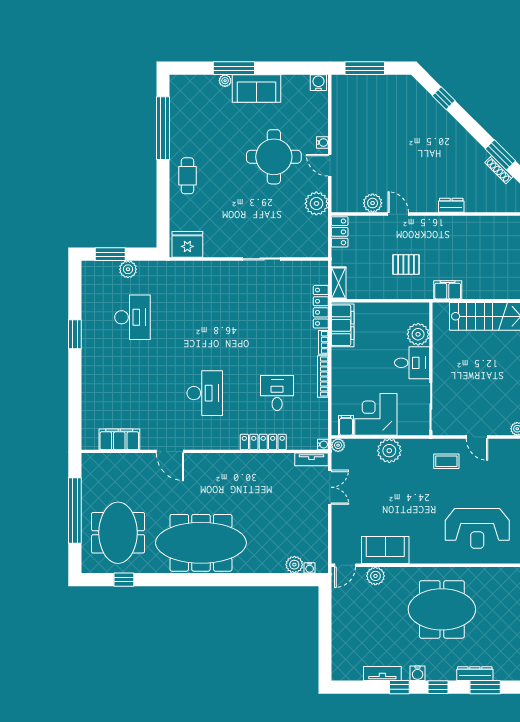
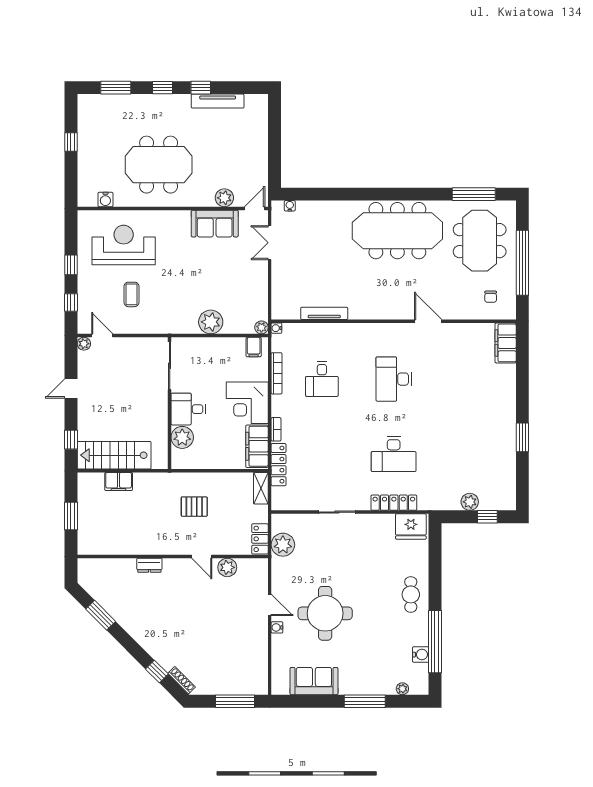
plant: (225, 81) -> (402, 689), moved
water cooler: (318, 83) -> (421, 655), moved, turned -90
sofa: (256, 88) -> (314, 681), moved
shoe rack: (499, 170) -> (182, 680), moved
plant: (316, 203) -> (283, 545), moved
window: (110, 254) -> (487, 517), width x0.67
filing cabinet: (448, 290) -> (119, 481), moved
desk: (132, 317) -> (394, 454), moved, turned -90
bookcase: (323, 377) -> (277, 373), moved
corner desk: (376, 414) -> (247, 403), moved, turned 90
door: (477, 437) -> (102, 336), moved
filing cabinet: (119, 439) -> (506, 343), moved, turned 90
locker: (263, 442) -> (394, 503), moved, turned 180
tv unit: (311, 459) -> (324, 313), moved, width x1.41
coffee table: (446, 461) -> (131, 294), moved, turned 90
chair: (107, 476) -> (491, 297), added
double door: (330, 487) -> (270, 243), moved
plant: (294, 565) -> (305, 209), removed
window: (124, 580) -> (474, 194), width x2.17
water cooler: (418, 673) -> (105, 199), moved, turned 180
tv unit: (382, 674) -> (218, 101), width x1.41
dresser: (475, 674) -> (126, 101), removed

